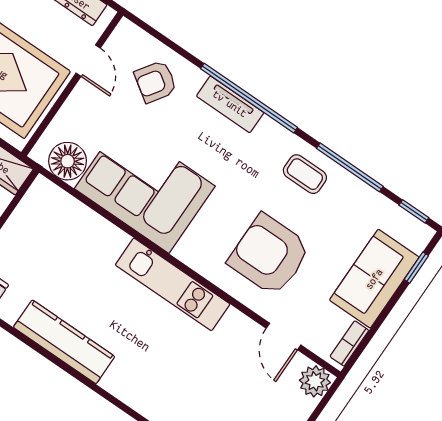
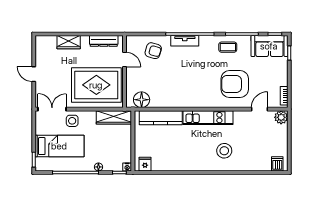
armchair: (156, 82) -> (153, 51), turned -108
corner sofa: (145, 187) -> (175, 90), removed
sofa: (374, 279) -> (269, 46), moved, turned -90
door: (284, 337) -> (259, 109), swing flipped
kitchen counter: (64, 342) -> (161, 118), moved, turned 180
stool: (160, 370) -> (224, 151), added

